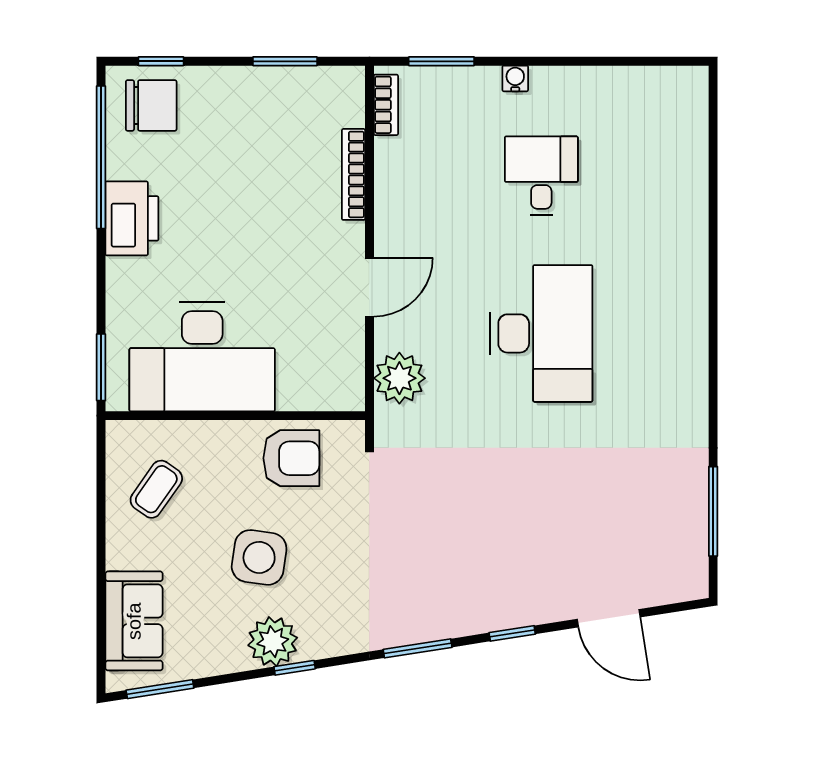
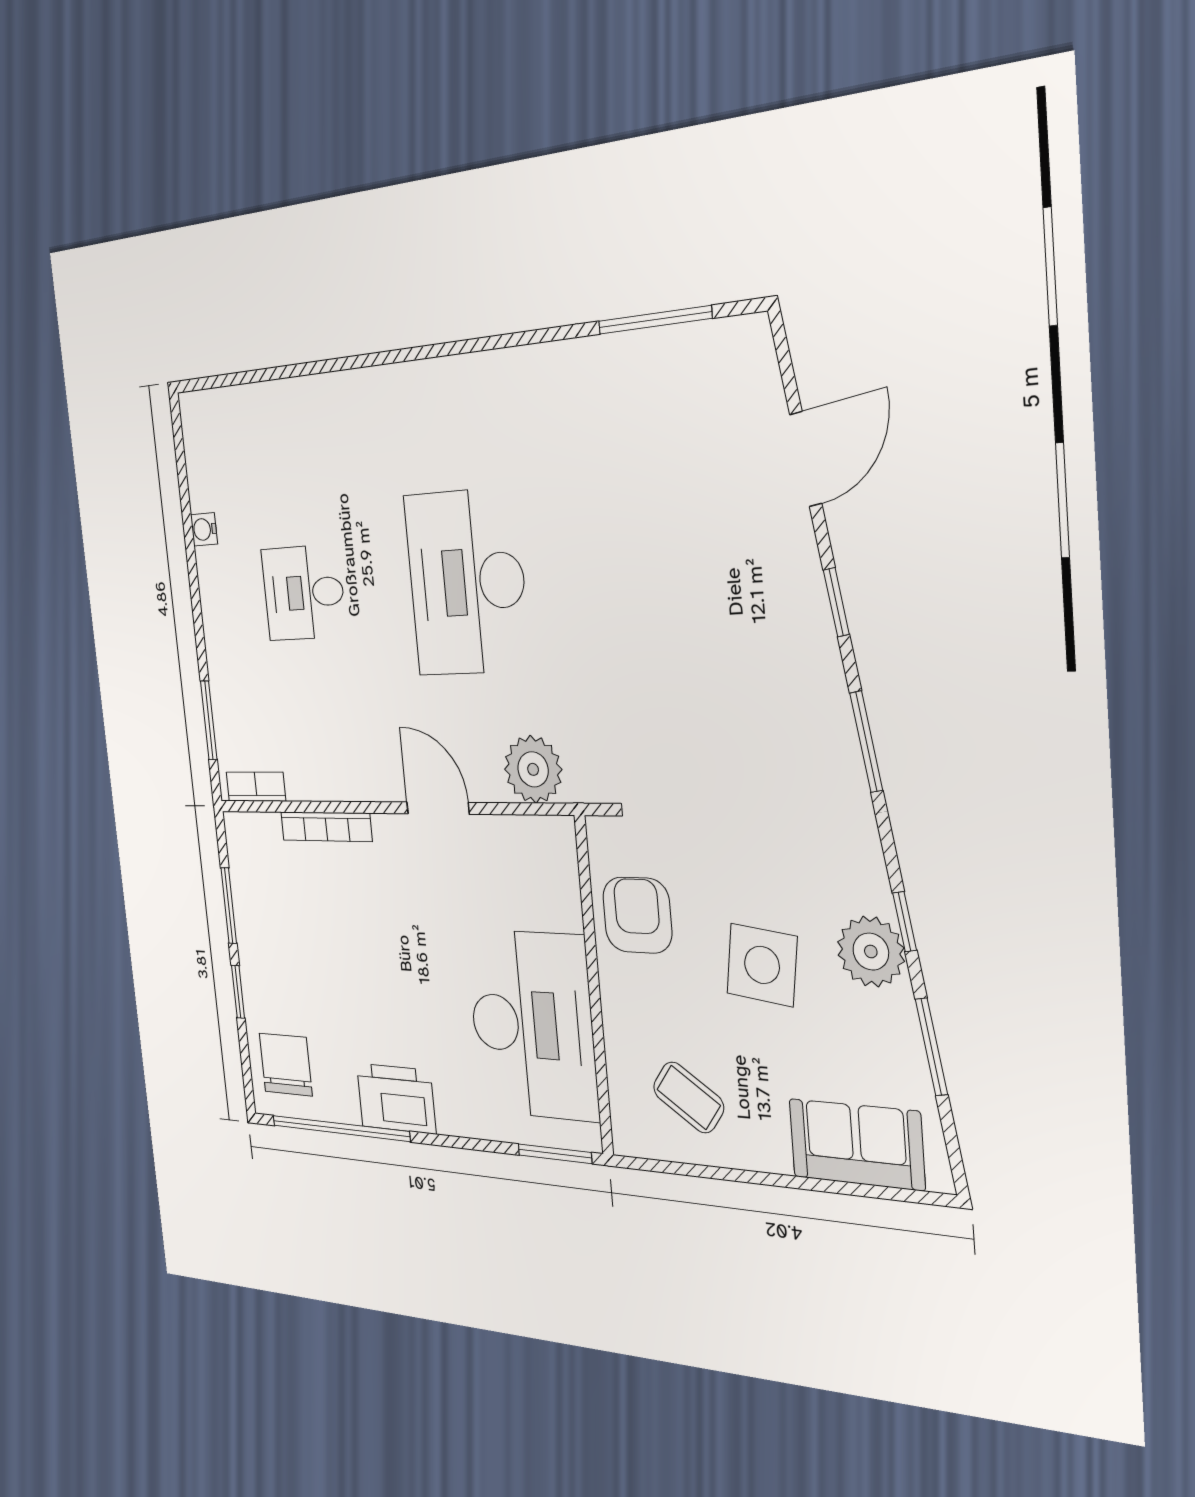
window: (161, 61) -> (238, 992), moved
water cooler: (515, 78) -> (204, 529), moved
desk: (541, 333) -> (467, 582), turned -90
window: (160, 689) -> (931, 1047), moved

